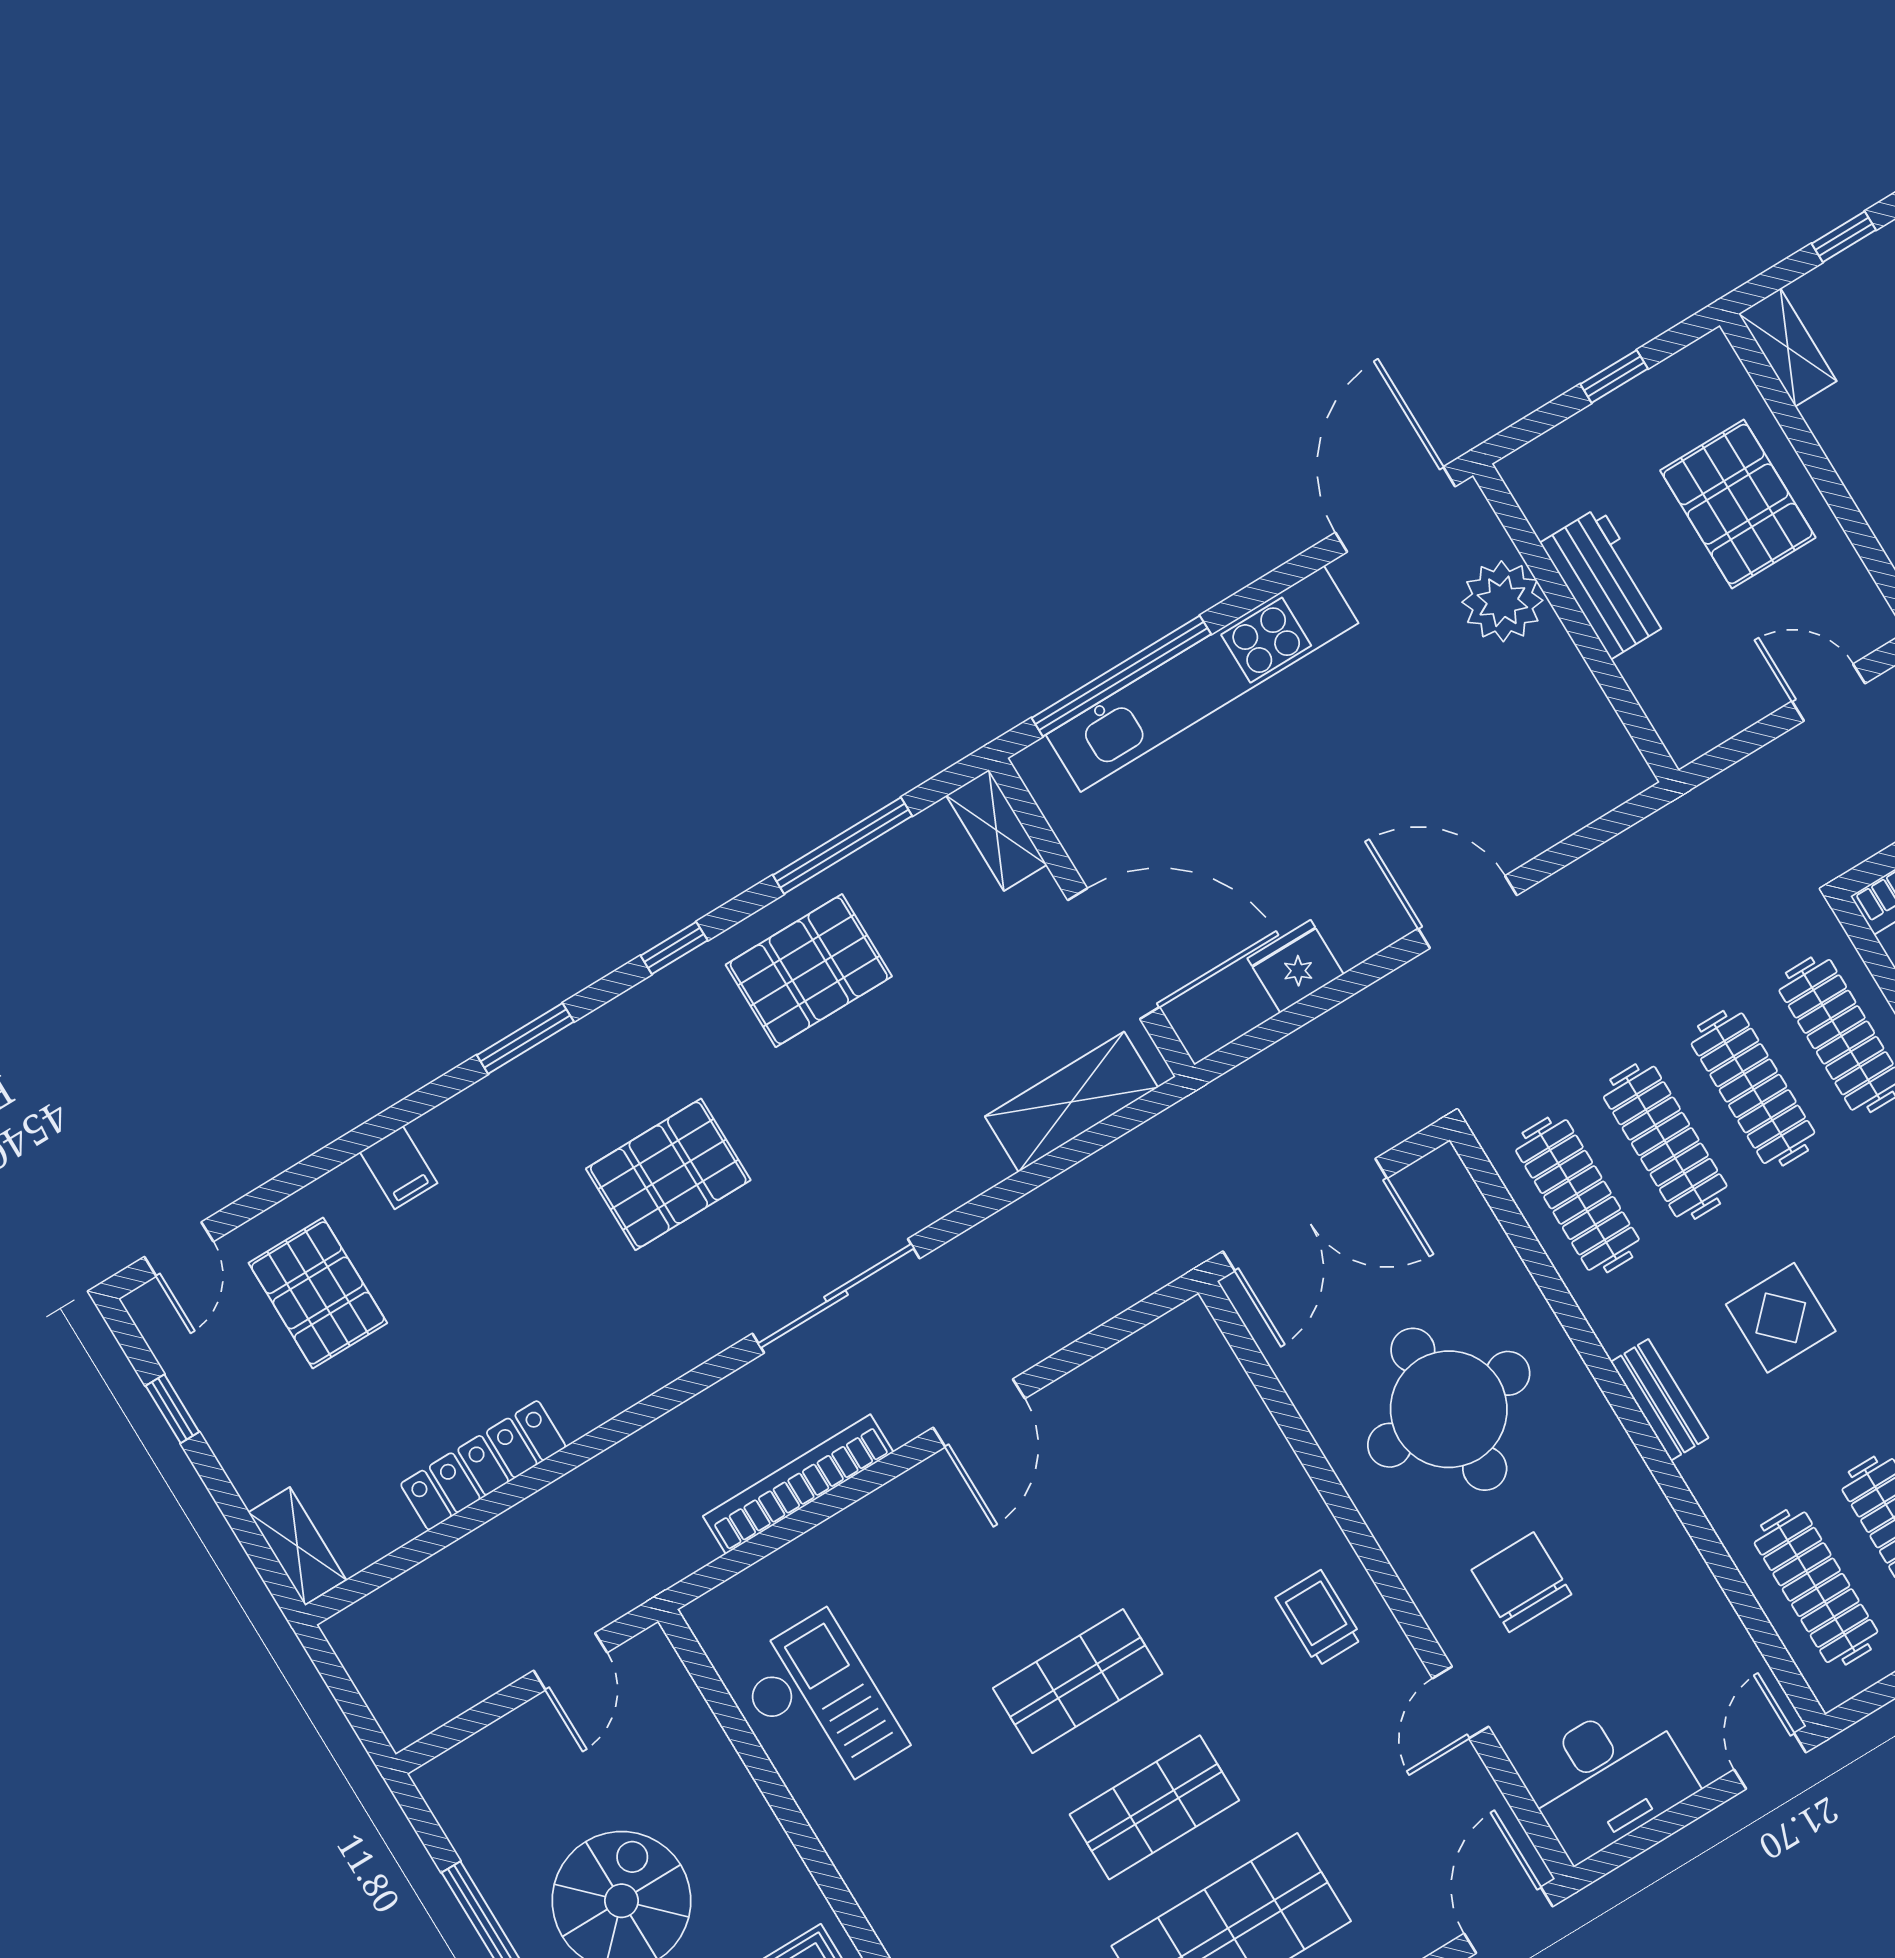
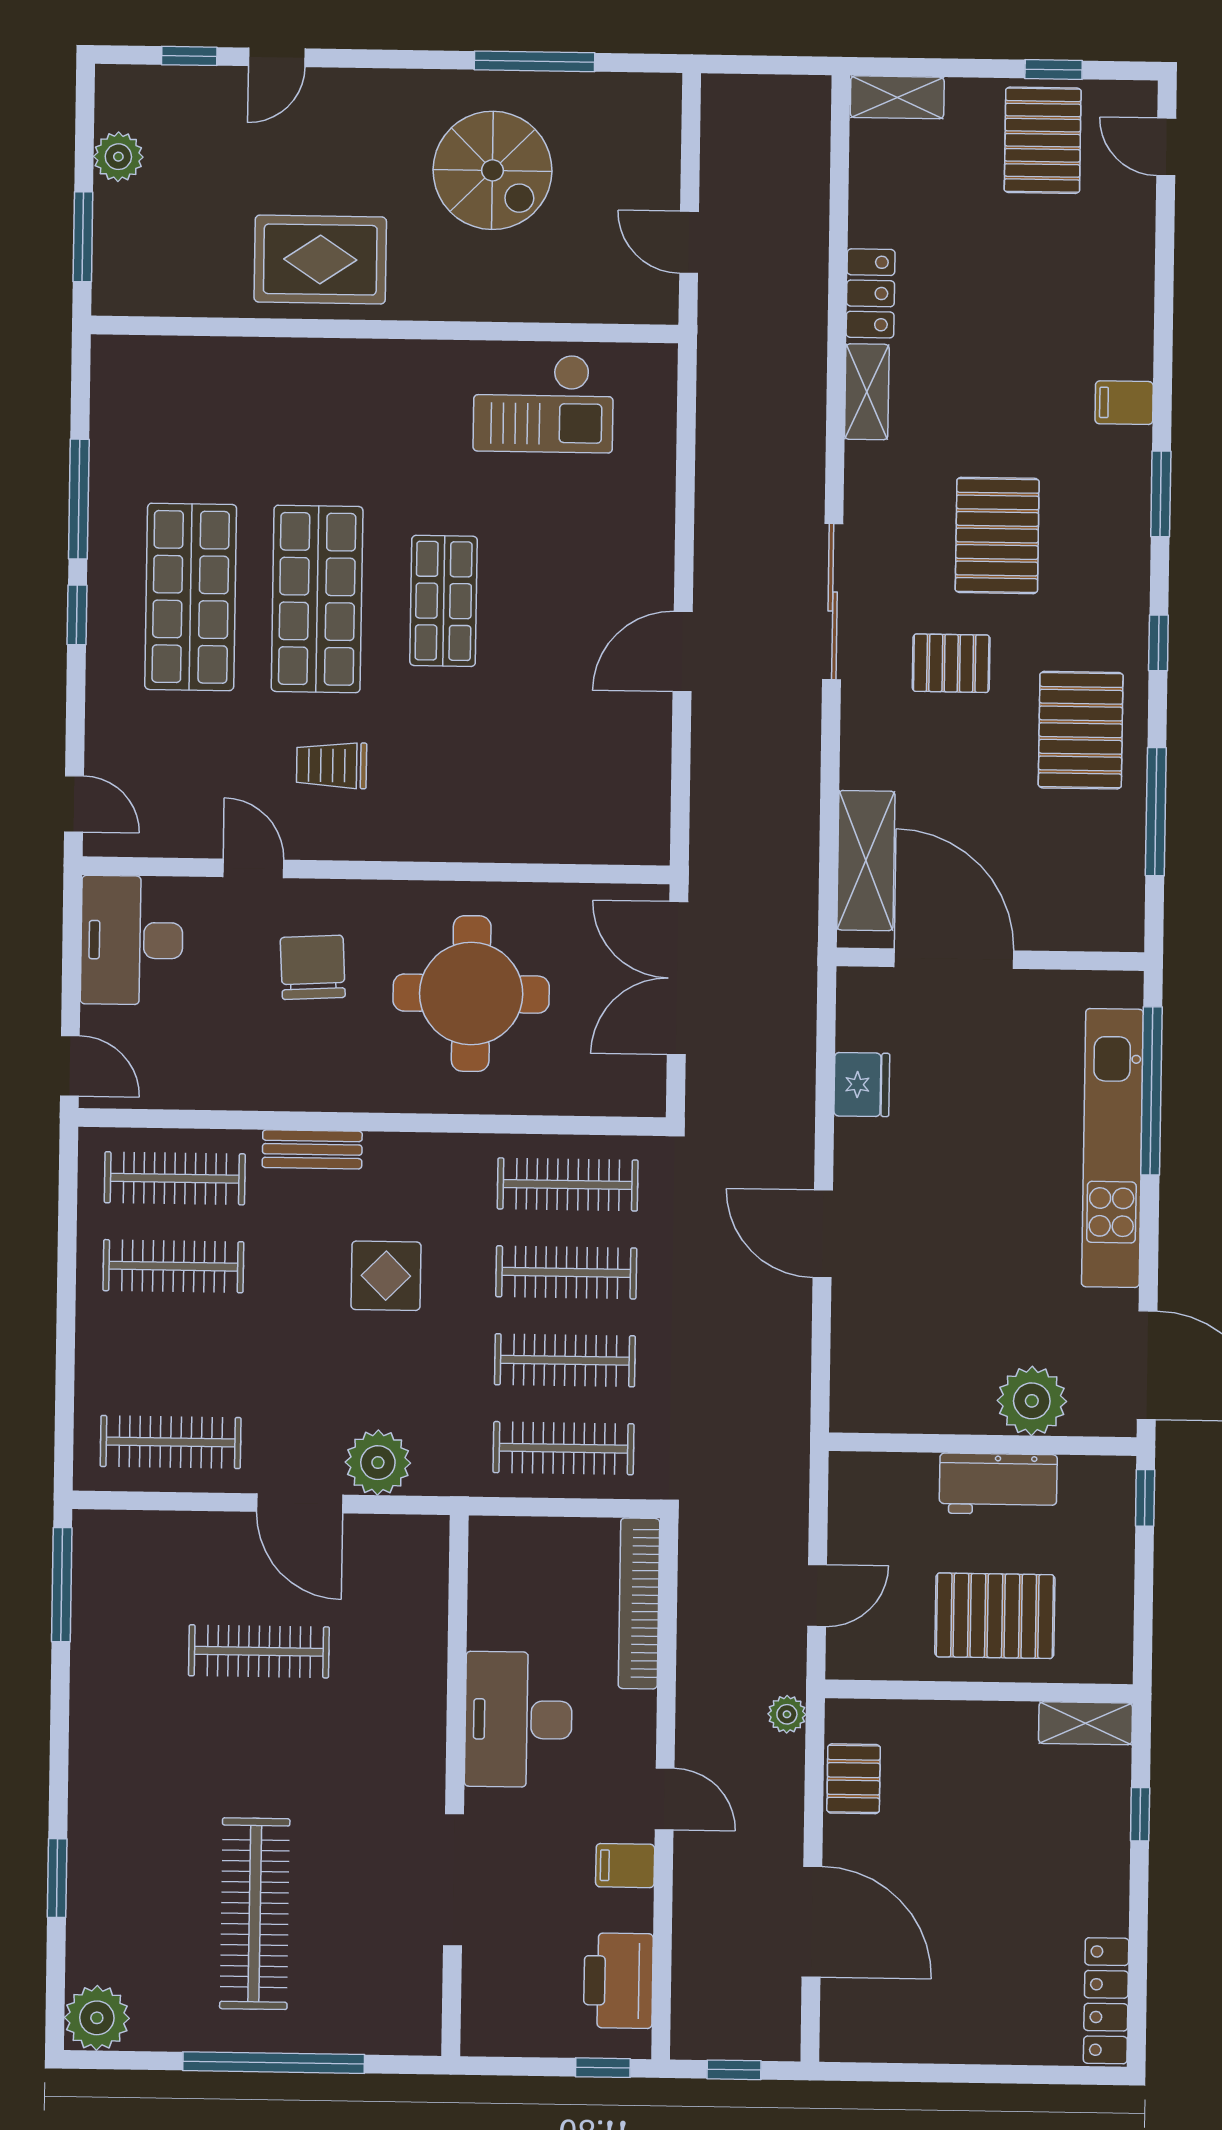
window: (1614, 376) -> (1145, 1498), moved
shelving: (996, 830) -> (867, 392), moved, turned 90
door: (1468, 912) -> (823, 1234), swing flipped
door: (1114, 954) -> (954, 959), swing flipped
pallet: (823, 1140) -> (951, 663), added
filing cabinet: (399, 1168) -> (1124, 403), moved
pallet: (318, 1293) -> (1043, 140), moved, turned 90
bench: (1660, 1400) -> (312, 1149), moved
door: (979, 1413) -> (683, 652), hinge flipped
locker: (483, 1465) -> (871, 293), width x0.66
bookcase: (798, 1484) -> (714, 488), removed
chair: (1521, 1582) -> (313, 967), turned -93
trolley: (1319, 1618) -> (332, 765), moved, turned 180
shop shelf: (1154, 1807) -> (317, 599), width x1.43, depth x1.36
door: (1508, 1920) -> (74, 804), width x0.73

